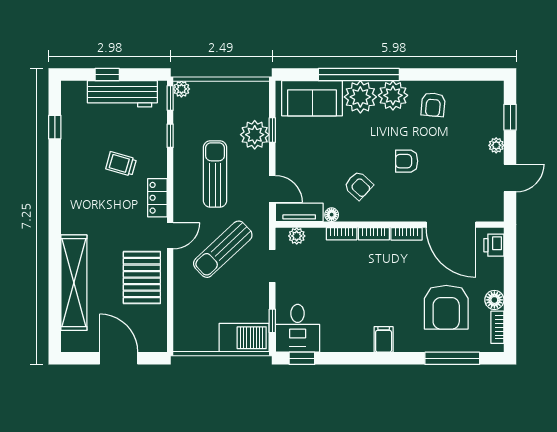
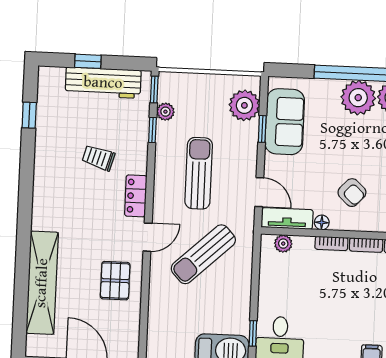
plant: (181, 89) -> (165, 112), moved
sofa: (312, 98) -> (285, 122), moved, turned -90
plant: (255, 135) -> (244, 105), moved
doorway: (272, 266) -> (256, 275), removed
pallet: (142, 278) -> (115, 281), width x0.67, depth x0.71

